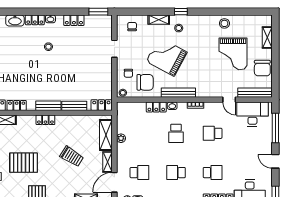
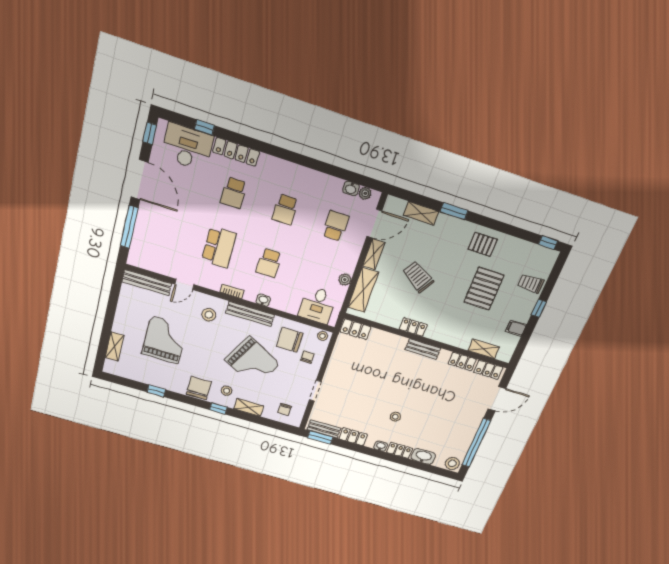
window: (230, 12) -> (156, 391), added
stool: (224, 23) -> (209, 315), moved
chair: (262, 68) -> (199, 388), moved
door: (229, 100) -> (184, 284), swing flipped
bench: (74, 106) -> (324, 429), moved
locker: (156, 107) -> (285, 305), removed
desk: (252, 114) -> (317, 305), moved, width x0.73
locker: (45, 120) -> (413, 327), moved
school desk: (176, 133) -> (269, 263), turned 180
school desk: (213, 133) -> (219, 247), width x1.85
door: (275, 161) -> (140, 180), width x1.87
pallet: (24, 163) -> (484, 289), turned 90
school desk: (139, 173) -> (335, 226), turned 90
school desk: (176, 173) -> (285, 210), turned 90
school desk: (213, 173) -> (234, 193), turned -90

